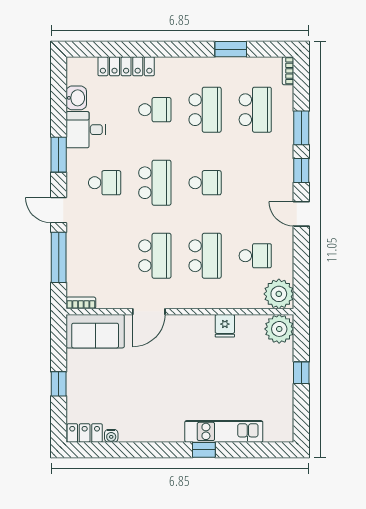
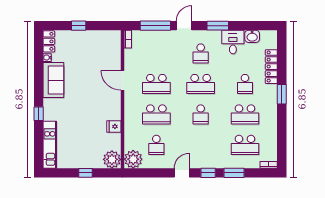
window: (231, 49) -> (282, 94), moved
sofa: (95, 331) -> (53, 80), moved, turned 180
kitchen unit: (224, 431) -> (50, 145), moved

